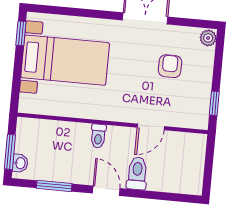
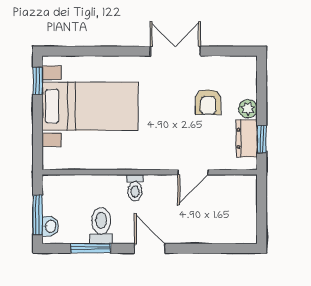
plant: (208, 38) -> (248, 109), moved
armchair: (170, 66) -> (208, 102), turned 180
dresser: (201, 101) -> (247, 138), added
toilet: (137, 173) -> (101, 226), moved

